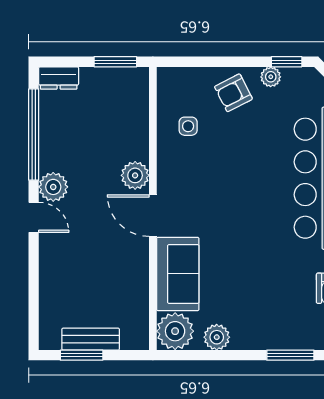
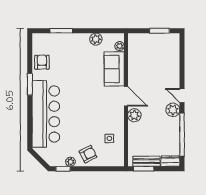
plant: (175, 331) -> (120, 46), width x0.53, depth x0.53
bench: (91, 339) -> (146, 161), moved

